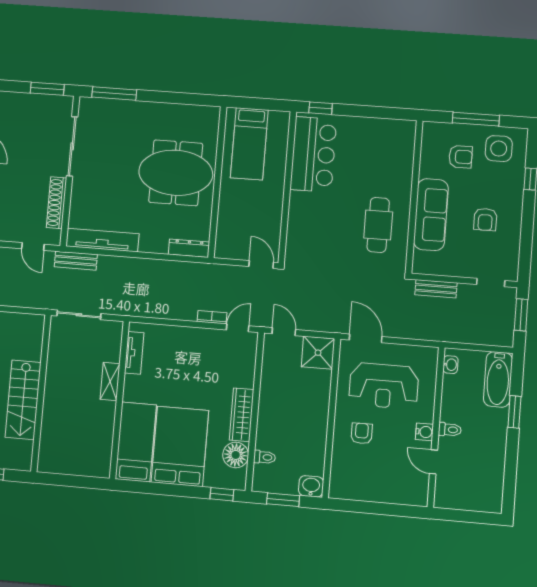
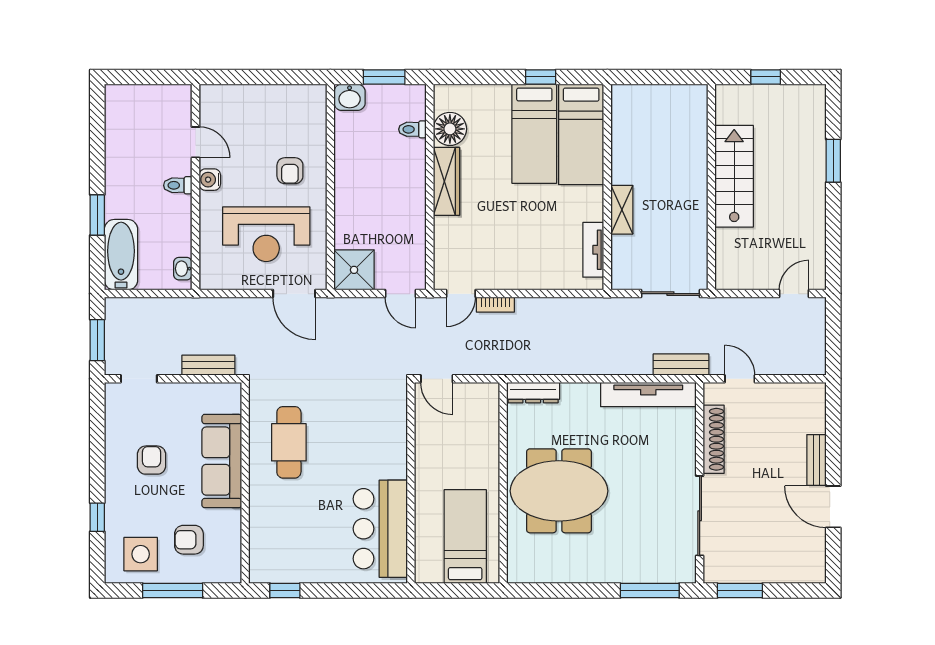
window: (321, 108) -> (285, 591), moved
reception desk: (384, 386) -> (266, 234), turned 180
bed: (180, 446) -> (534, 134), width x0.67
window: (222, 494) -> (541, 77), moved

